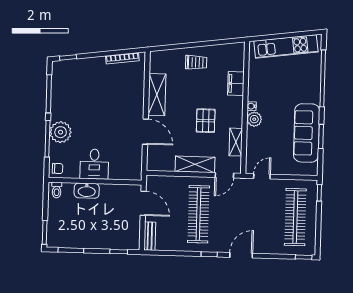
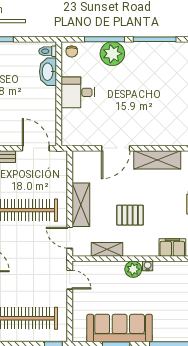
washbasin: (87, 191) -> (48, 72), moved
door: (143, 203) -> (36, 148), swing flipped

